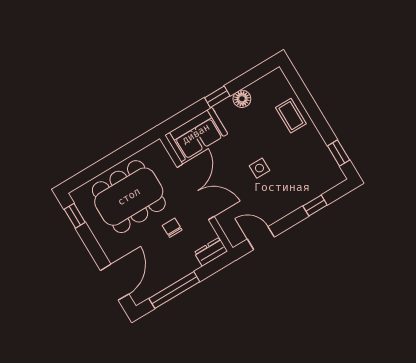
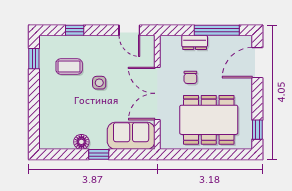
coffee table: (291, 116) -> (69, 66), moved, turned 90
dresser: (211, 252) -> (195, 42), moved

